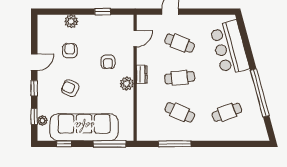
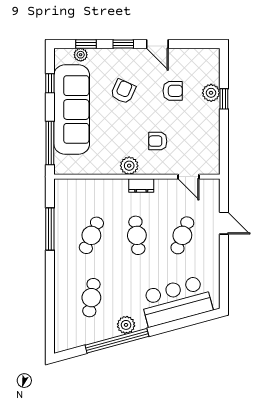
window: (103, 12) -> (224, 99), moved
plant: (248, 86) -> (126, 325), added
cafe table: (227, 112) -> (91, 298), turned 30

